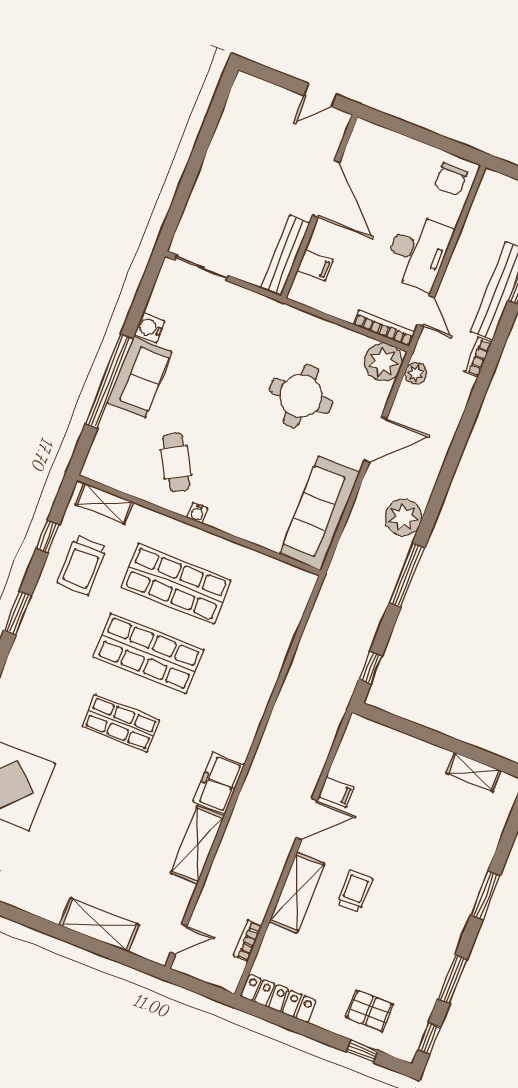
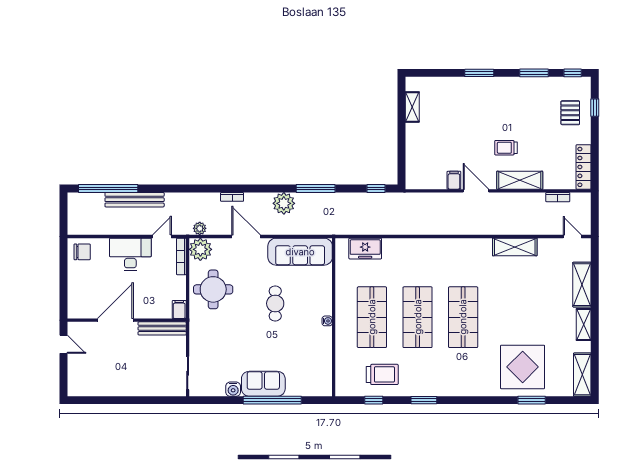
filing cabinet: (315, 265) -> (179, 310), moved
bookcase: (478, 357) -> (232, 197), moved
round table: (301, 396) -> (213, 289), moved
cafe table: (176, 462) -> (275, 303), moved, turned -60
shelving: (104, 503) -> (584, 325), moved
shop shelf: (121, 723) -> (463, 317), width x1.43, depth x1.36
freezer: (219, 783) -> (365, 249), moved

